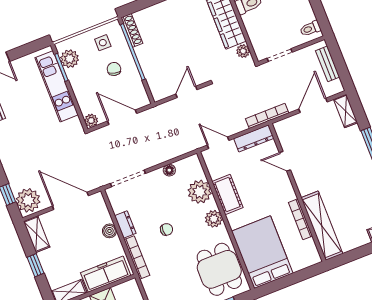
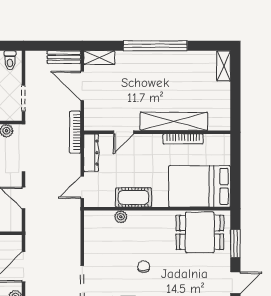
bench: (328, 64) -> (64, 57), moved
floor lamp: (169, 170) -> (90, 242), removed
plant: (200, 192) -> (121, 217), width x0.53, depth x0.53
plant: (214, 219) -> (151, 219), removed
shelving: (322, 226) -> (174, 121), moved

